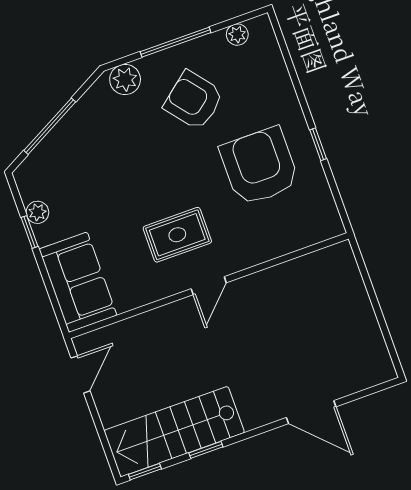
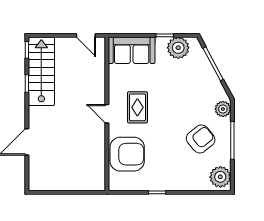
plant: (237, 35) -> (220, 177), width x1.88, depth x1.88
armchair: (259, 166) -> (127, 154), moved
plant: (37, 212) -> (178, 48), width x1.88, depth x1.88

